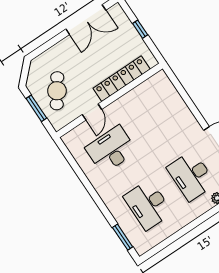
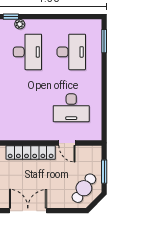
cafe table: (57, 91) -> (84, 188), moved
door: (92, 112) -> (67, 143), swing flipped

